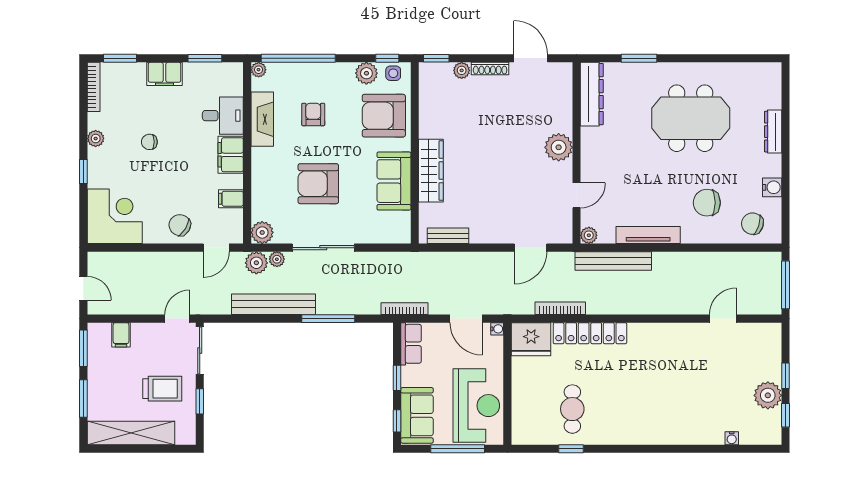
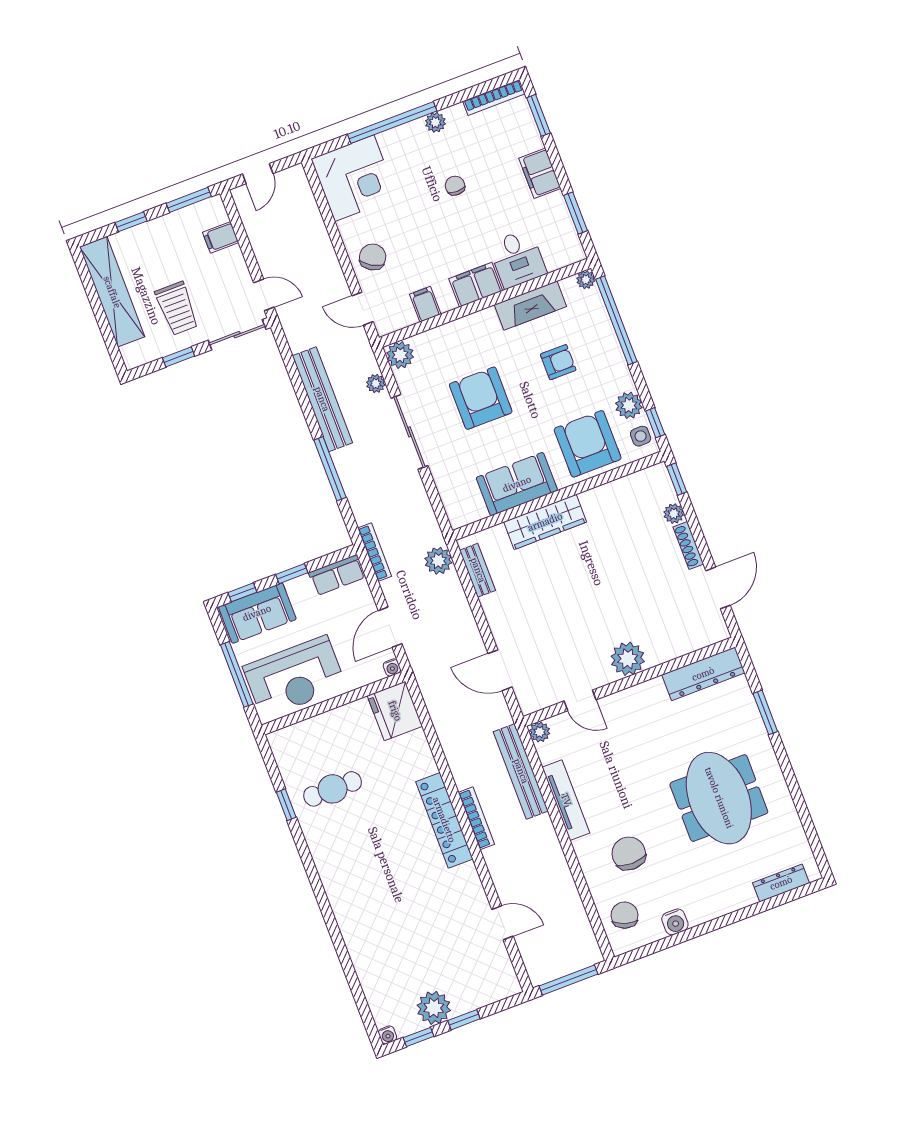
dresser: (773, 132) -> (781, 883), moved
window: (83, 171) -> (392, 123), width x3.17
plant: (256, 263) -> (438, 561), moved
bookcase: (560, 308) -> (476, 818), moved
locker: (590, 333) -> (444, 820), moved
window: (83, 398) -> (131, 222), width x0.67
water cooler: (732, 438) -> (387, 1035), moved, turned -90

